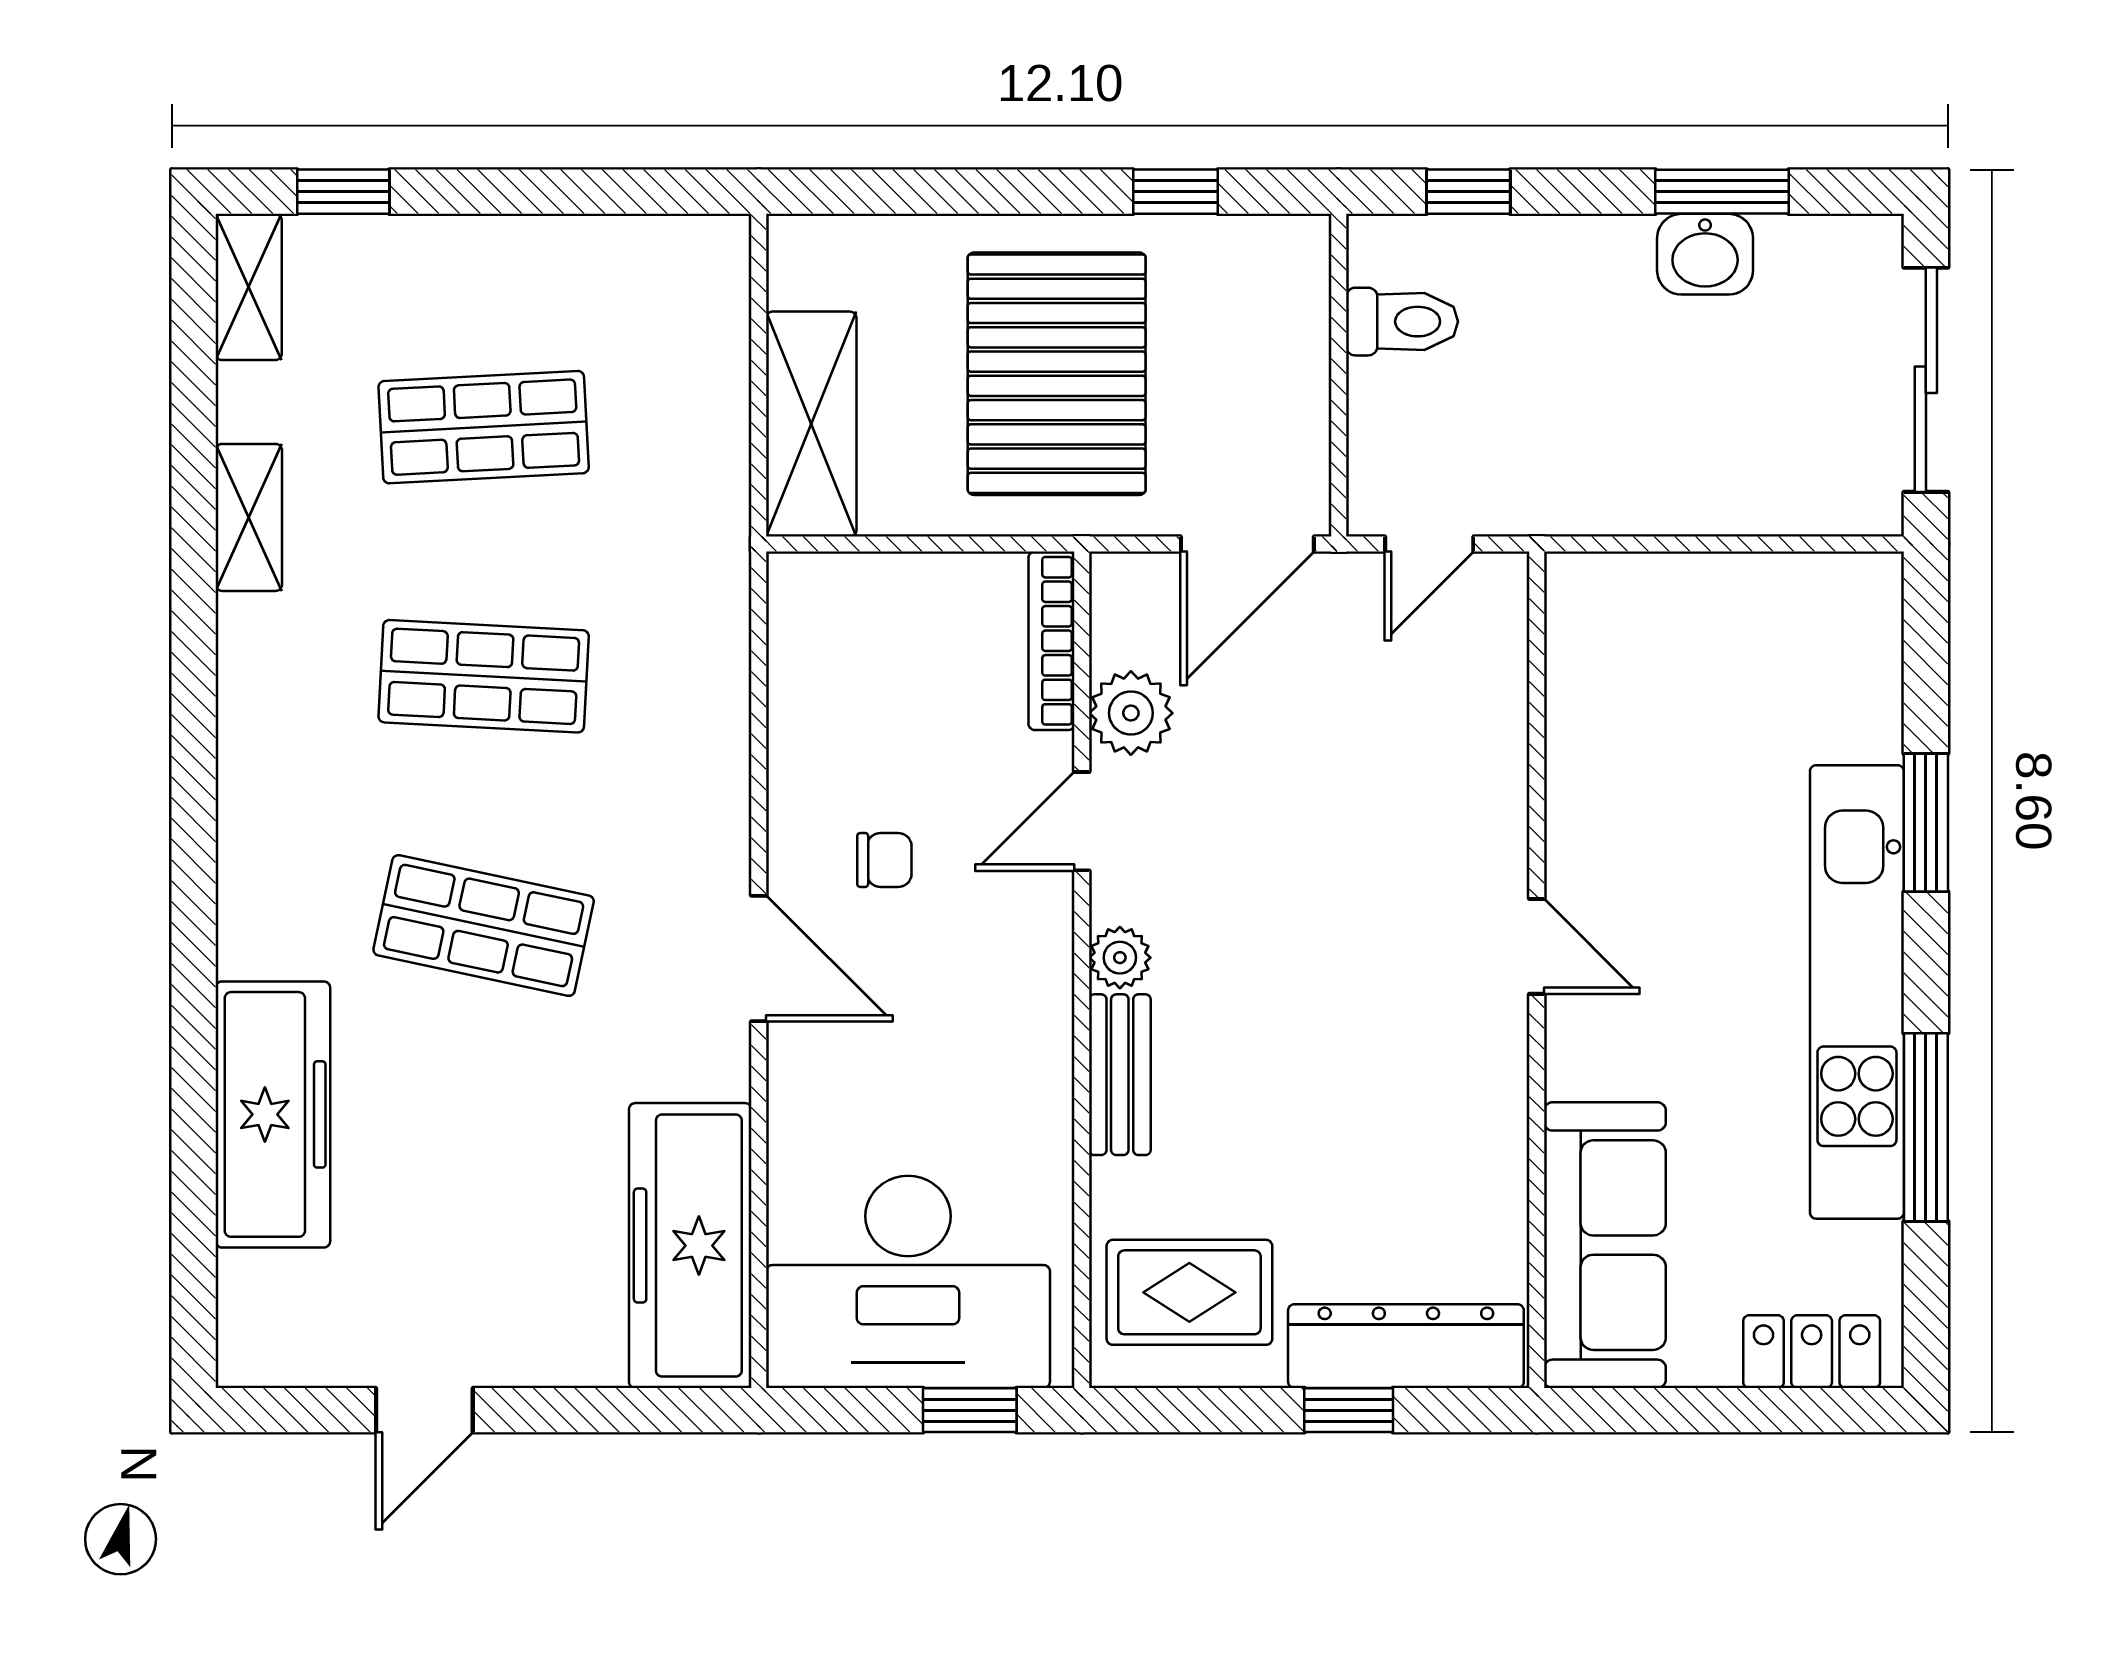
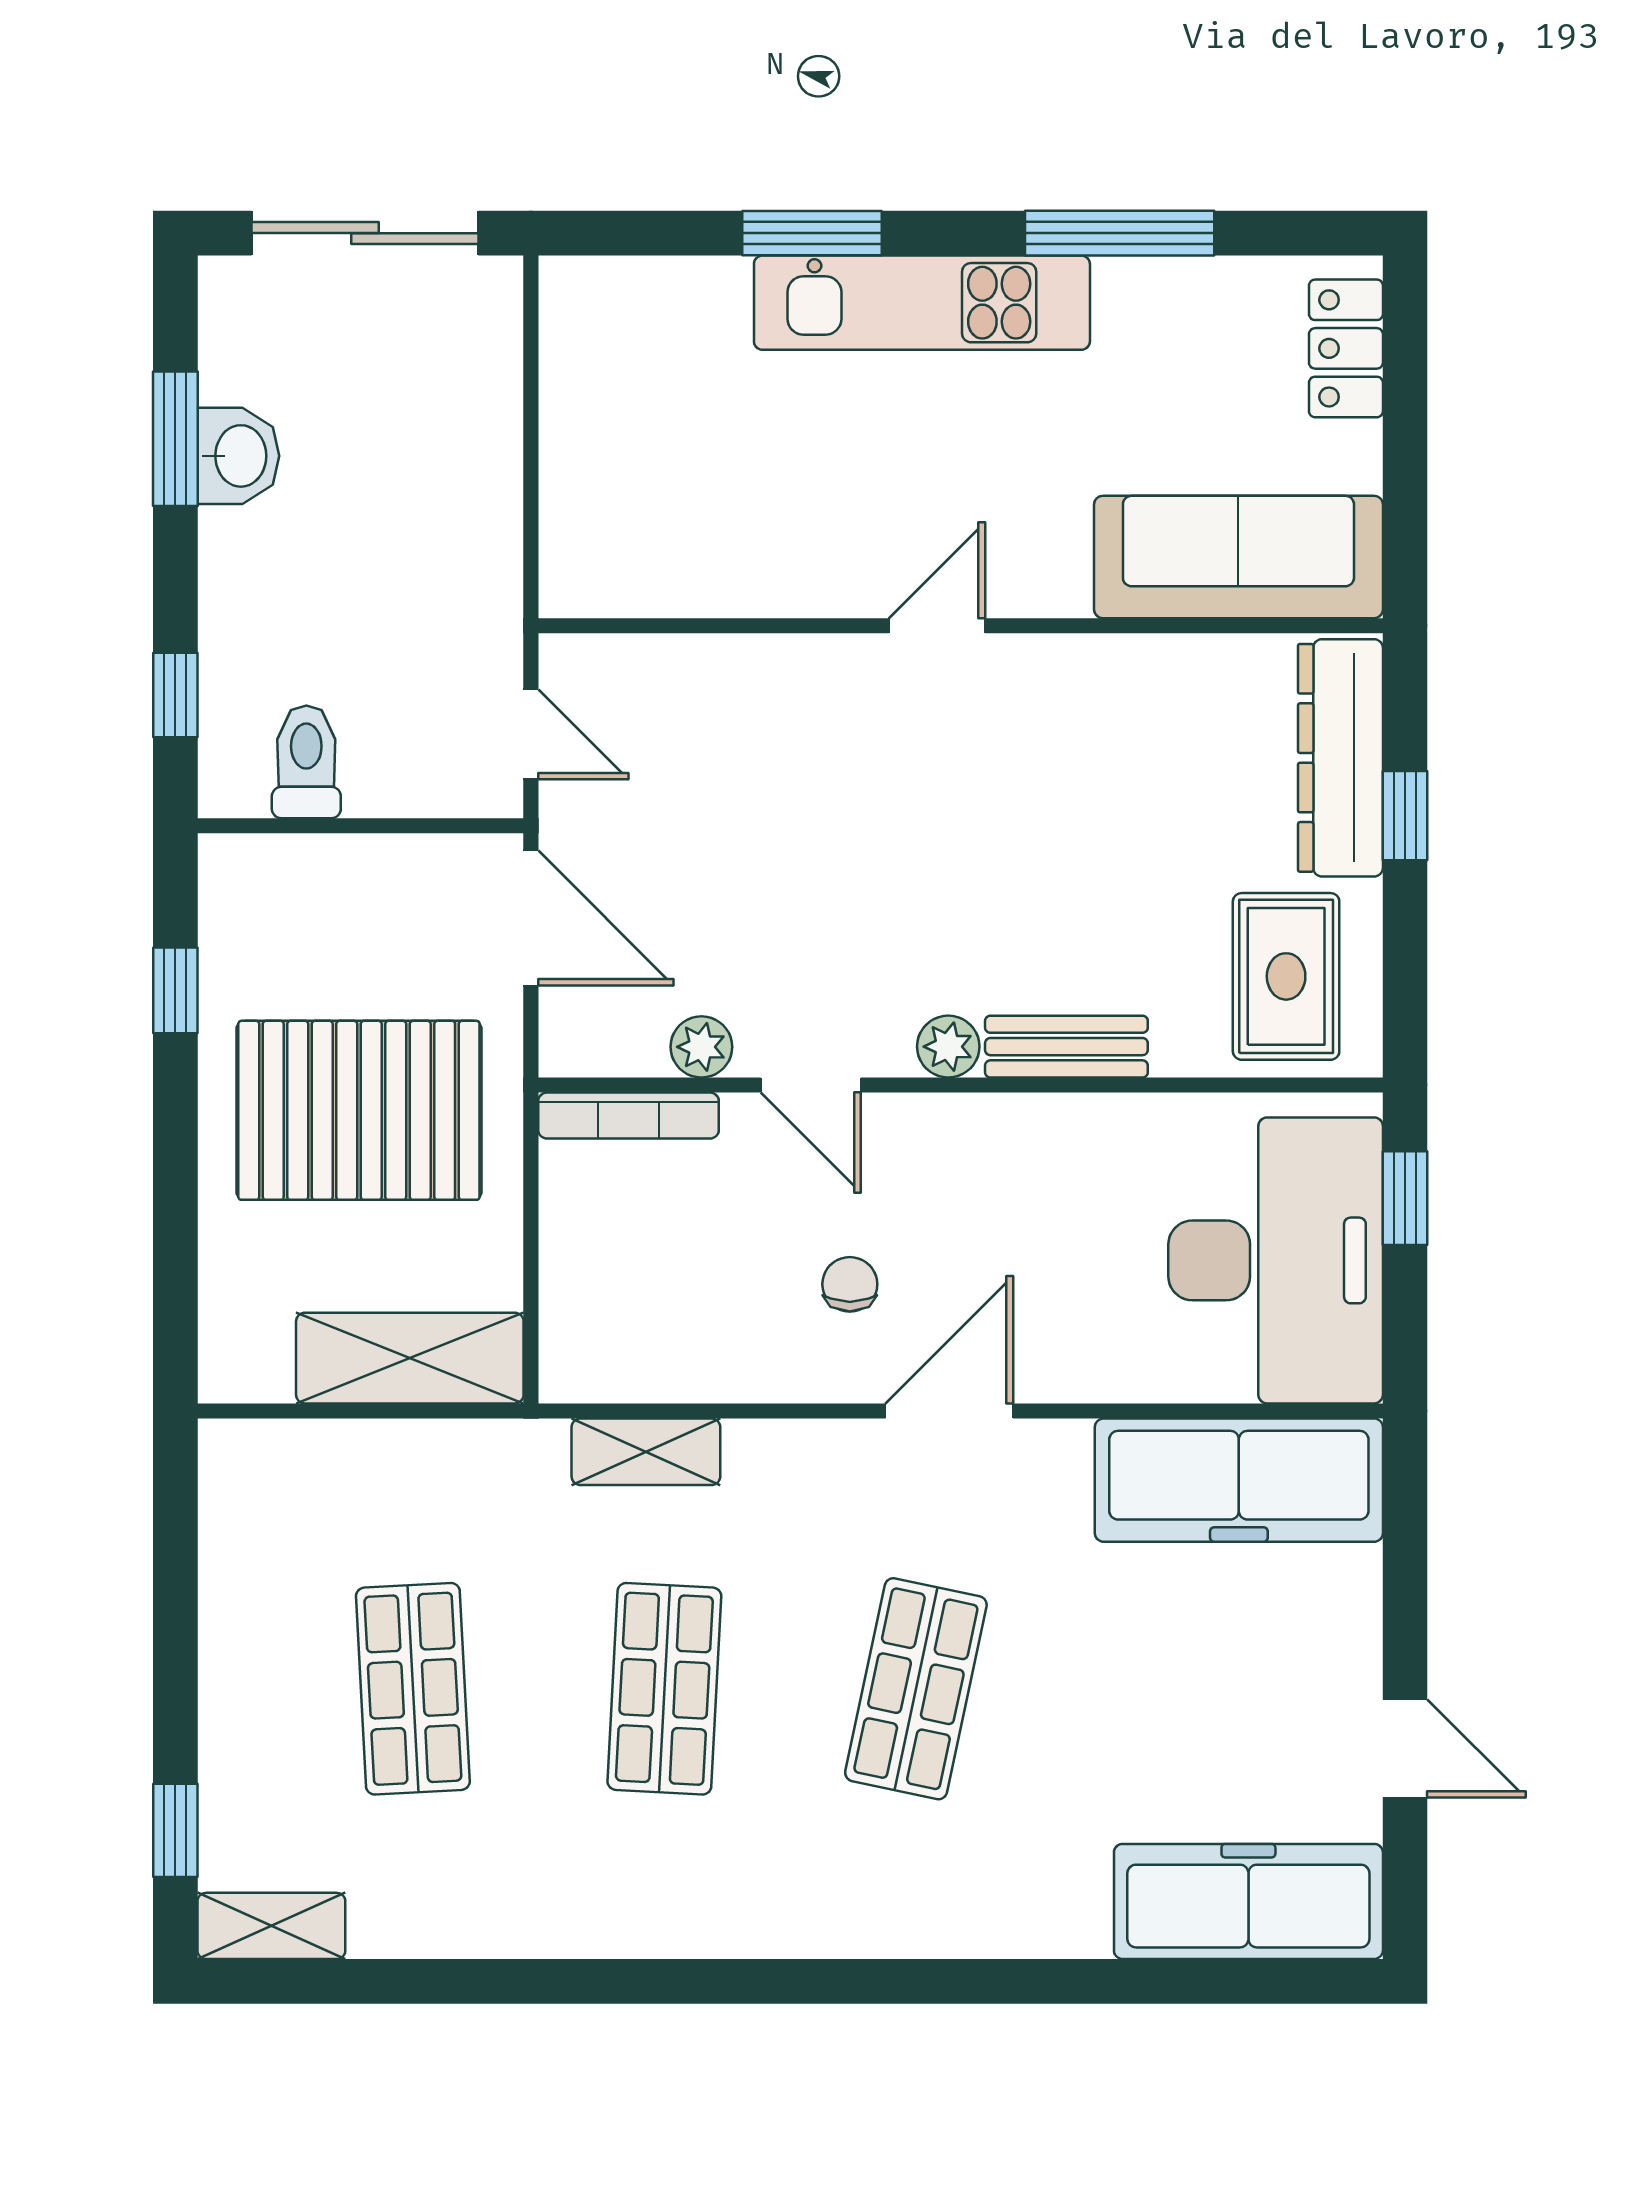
shelving: (249, 517) -> (646, 1452), moved
plant: (1131, 713) -> (701, 1047), width x0.73, depth x0.73
kitchen unit: (1857, 992) -> (922, 303), width x0.73
freezer: (273, 1114) -> (1248, 1901), moved

